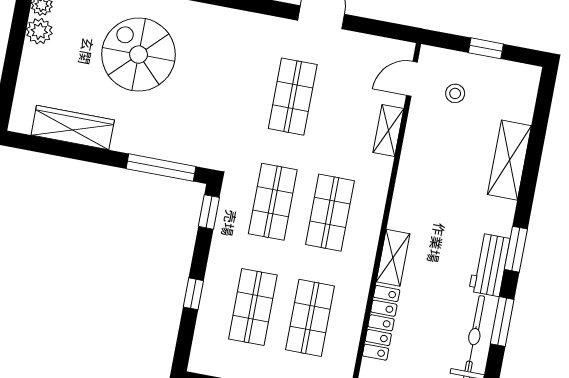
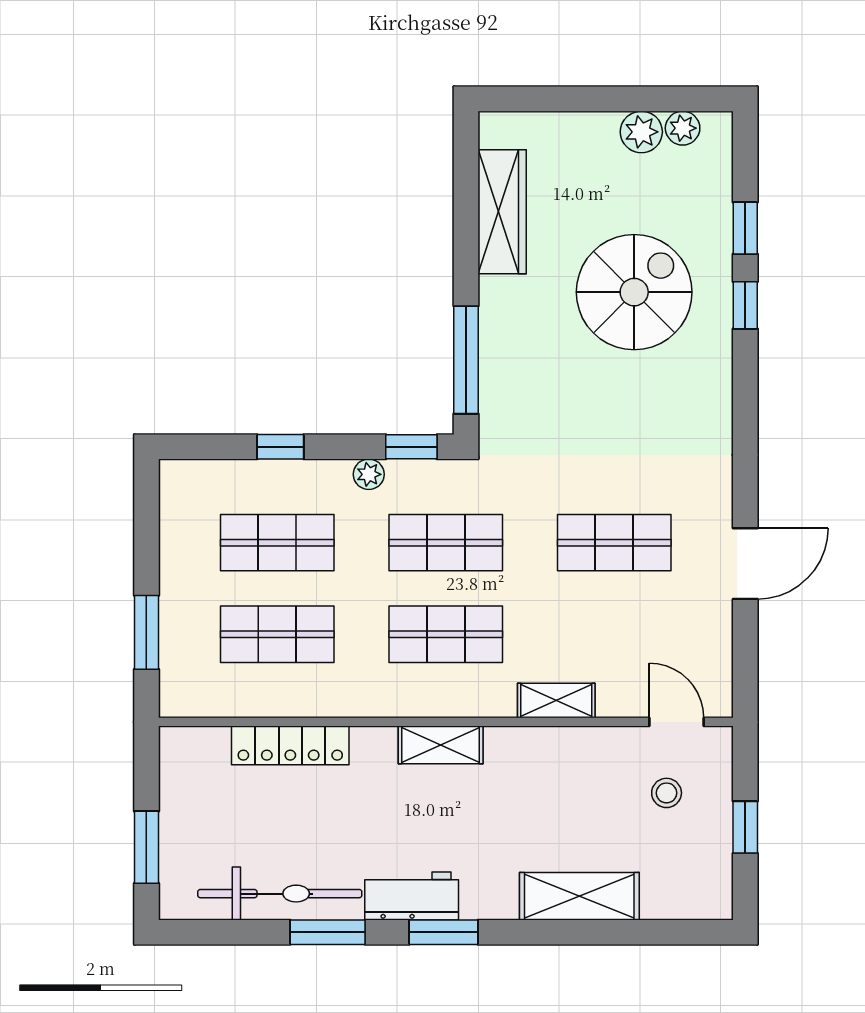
shelving: (388, 130) -> (556, 700), moved
plant: (221, 242) -> (369, 474), added
shelving: (393, 258) -> (441, 745), moved

